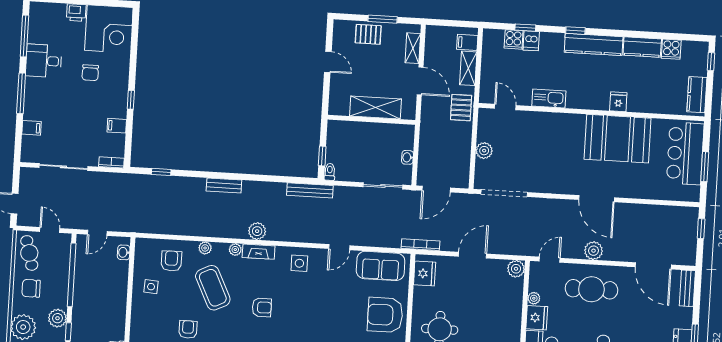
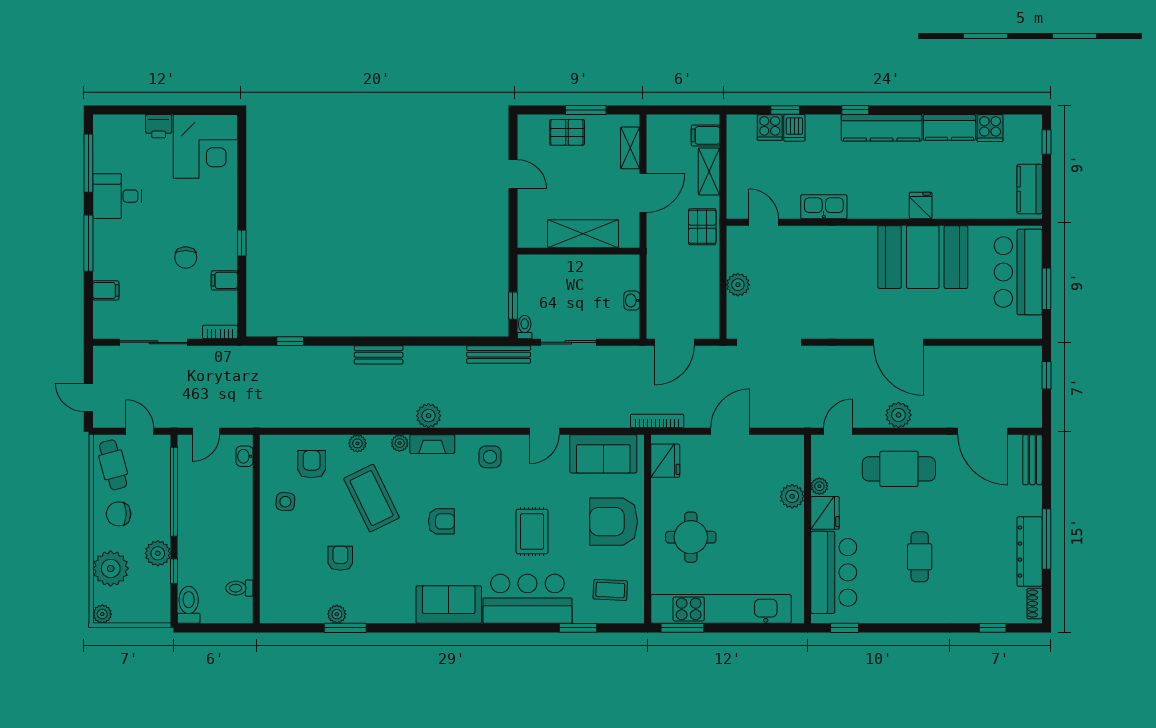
chair: (90, 73) -> (186, 257), moved
door: (420, 81) -> (643, 193), hinge flipped
sliding door: (383, 186) -> (568, 342), moved
plant: (516, 269) -> (792, 496), moved
rug: (326, 318) -> (532, 531), added

